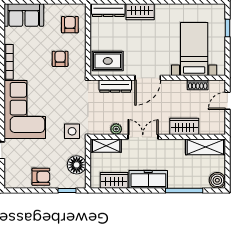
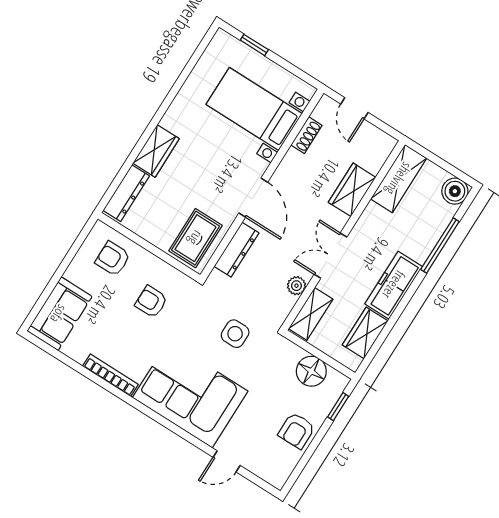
side table: (72, 131) -> (235, 334), moved
armchair: (41, 177) -> (297, 431), turned 180

